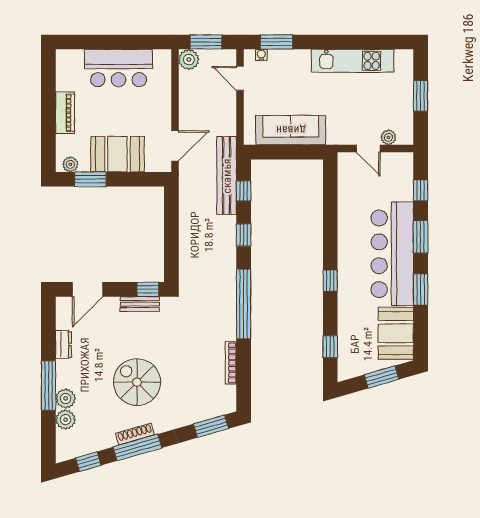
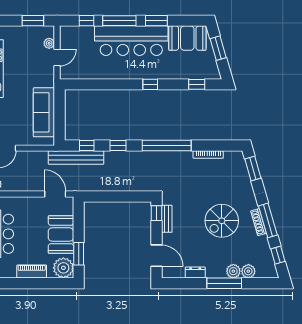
window: (421, 96) -> (33, 21), moved
plant: (70, 164) -> (63, 268), width x1.87, depth x1.87
window: (421, 237) -> (119, 21), width x1.44

